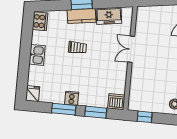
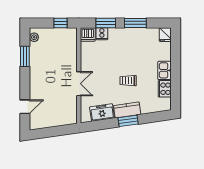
cooker: (40, 21) -> (165, 89), moved
cooker: (72, 98) -> (102, 34), moved

